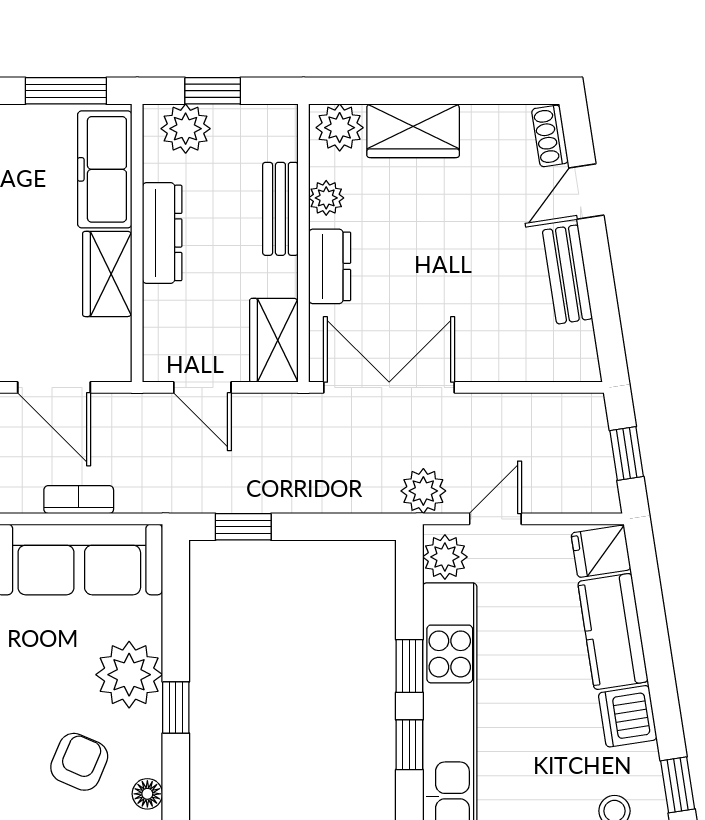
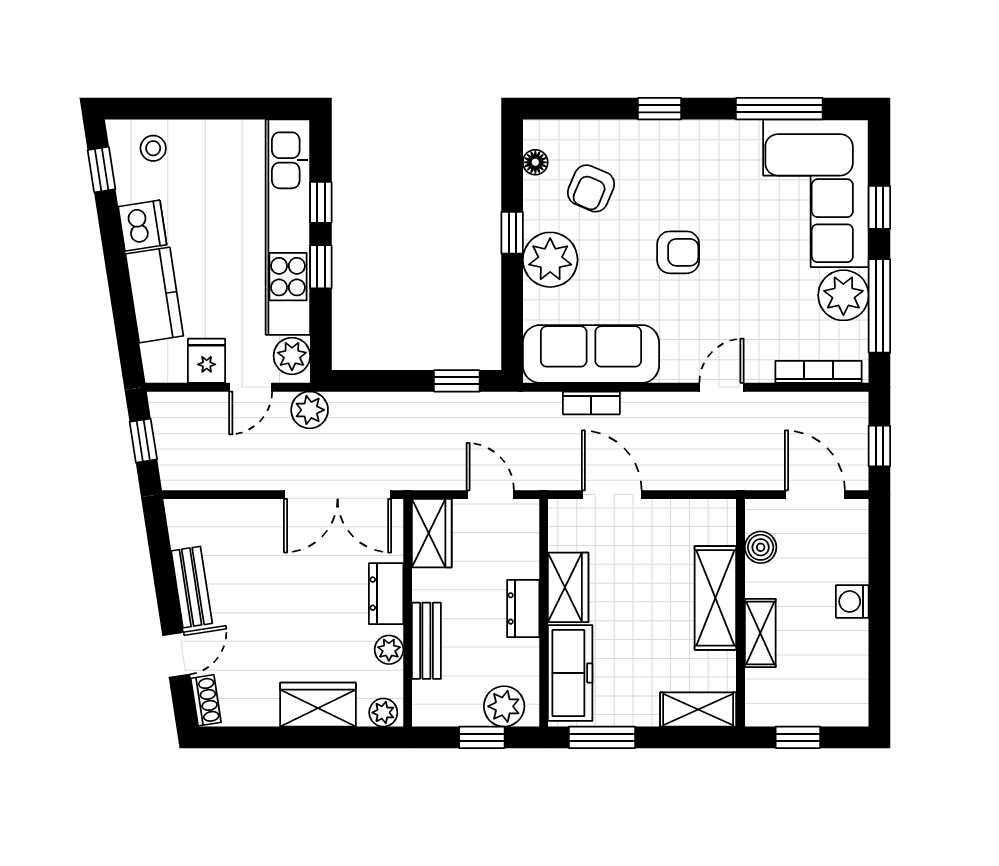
plant: (340, 128) -> (383, 713), width x0.73, depth x0.73
dresser: (162, 233) -> (523, 608), width x0.70
fridge: (601, 551) -> (207, 361), moved, turned -81

